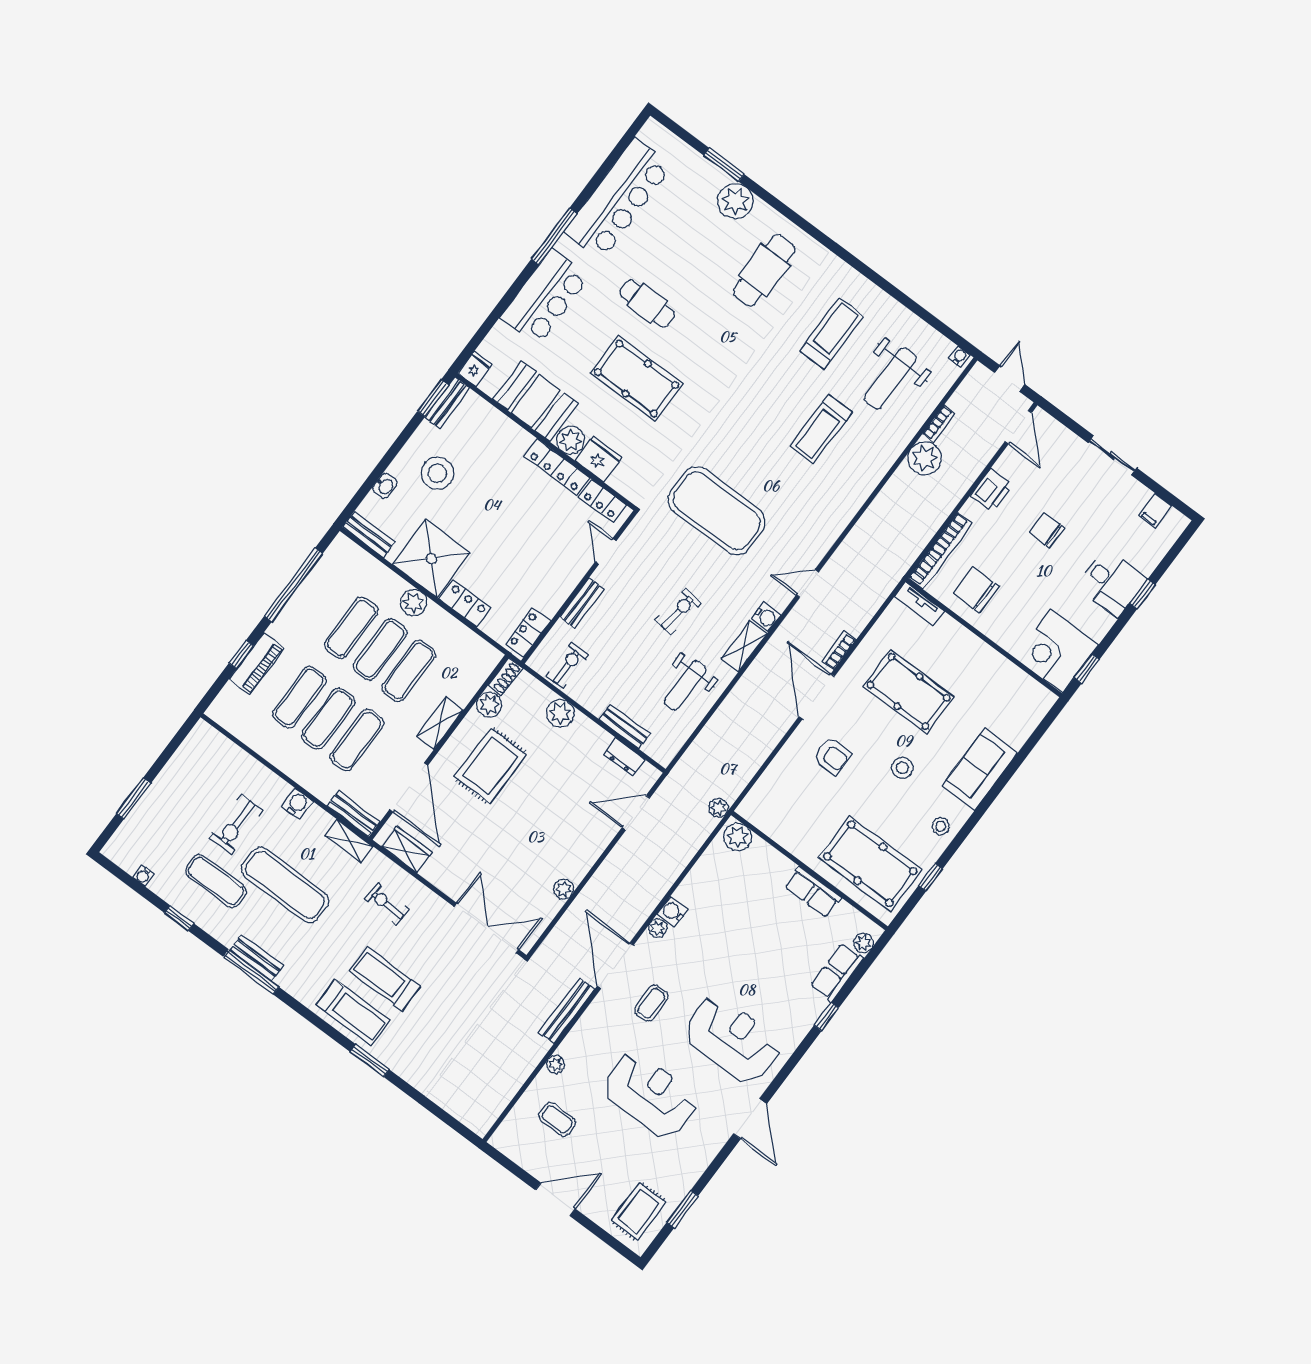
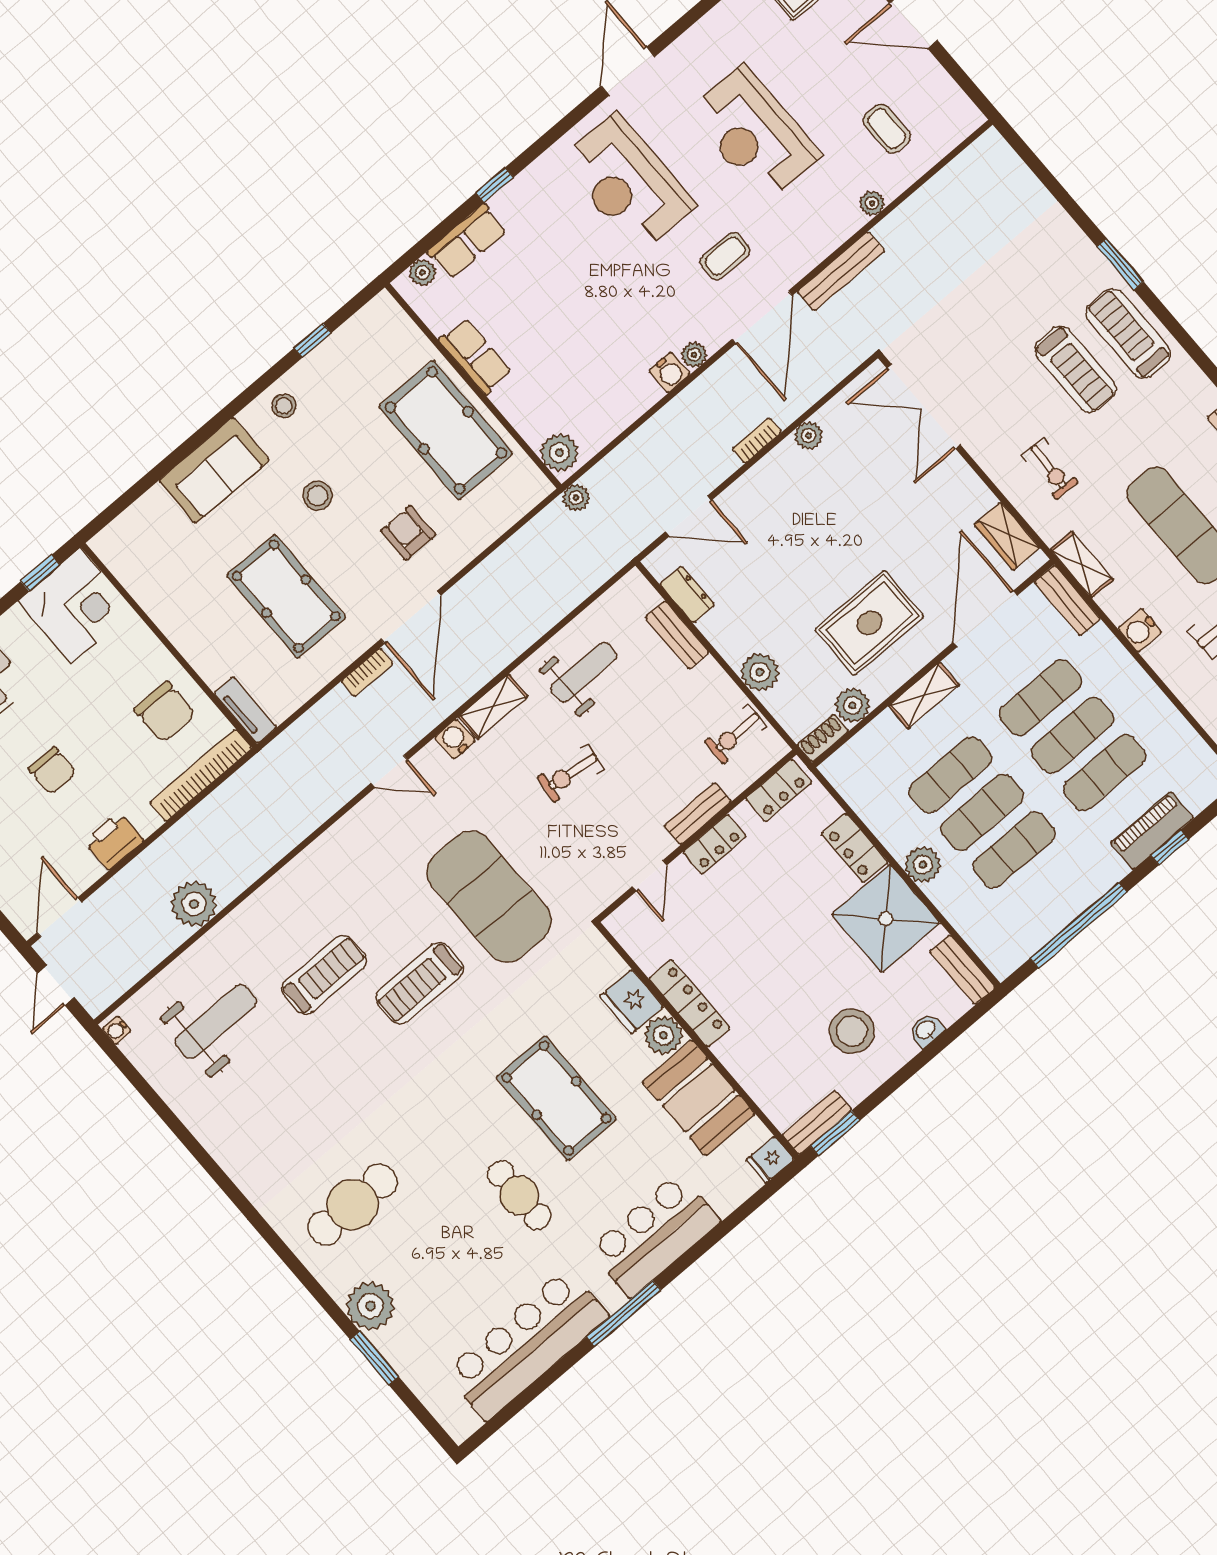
treadmill: (832, 334) -> (420, 983), moved
bookcase: (939, 424) -> (757, 440), moved
locker: (603, 501) -> (714, 844), moved, turned 90
pool table: (870, 864) -> (446, 430), moved

